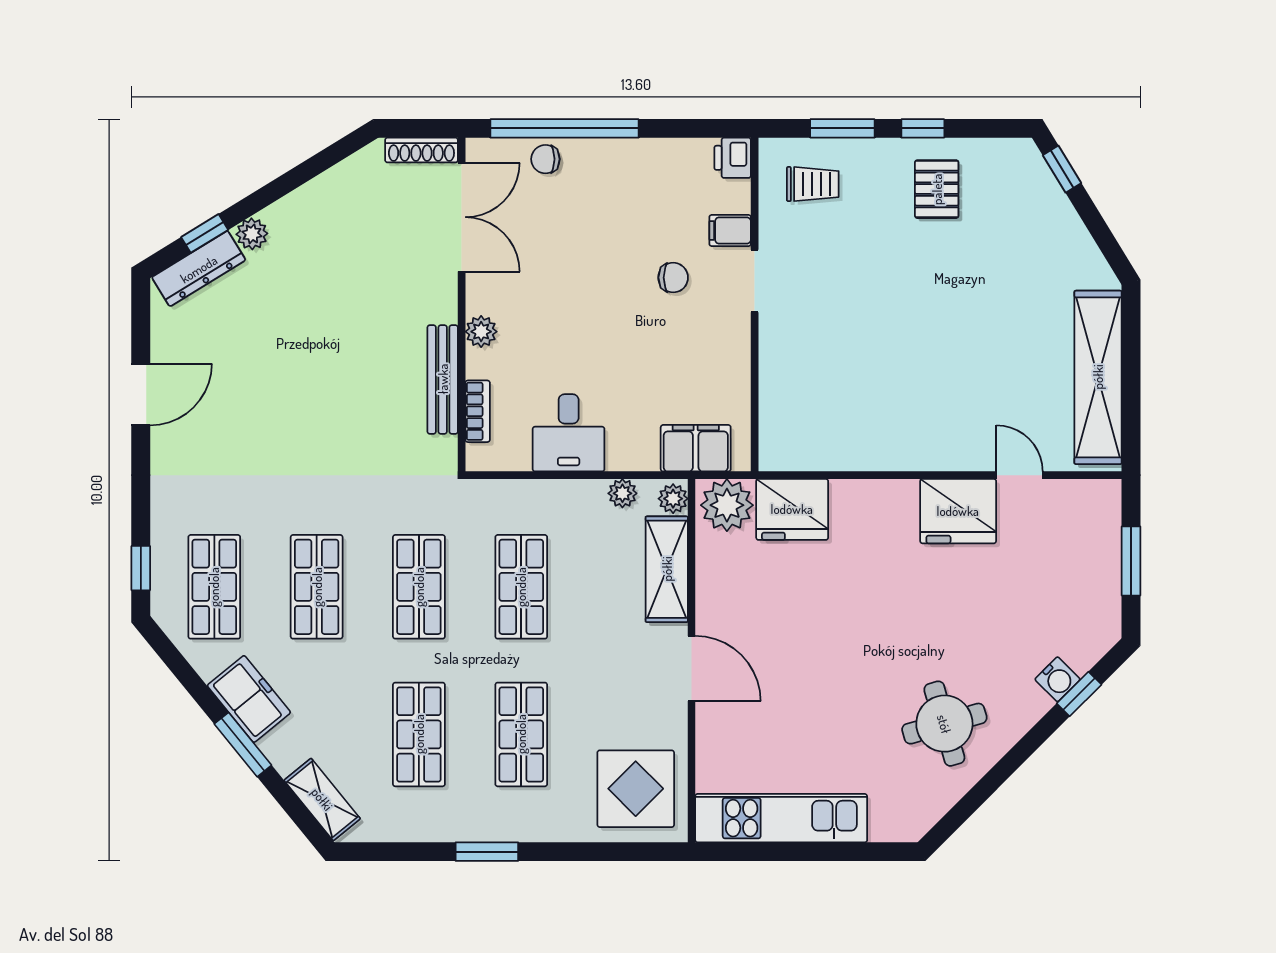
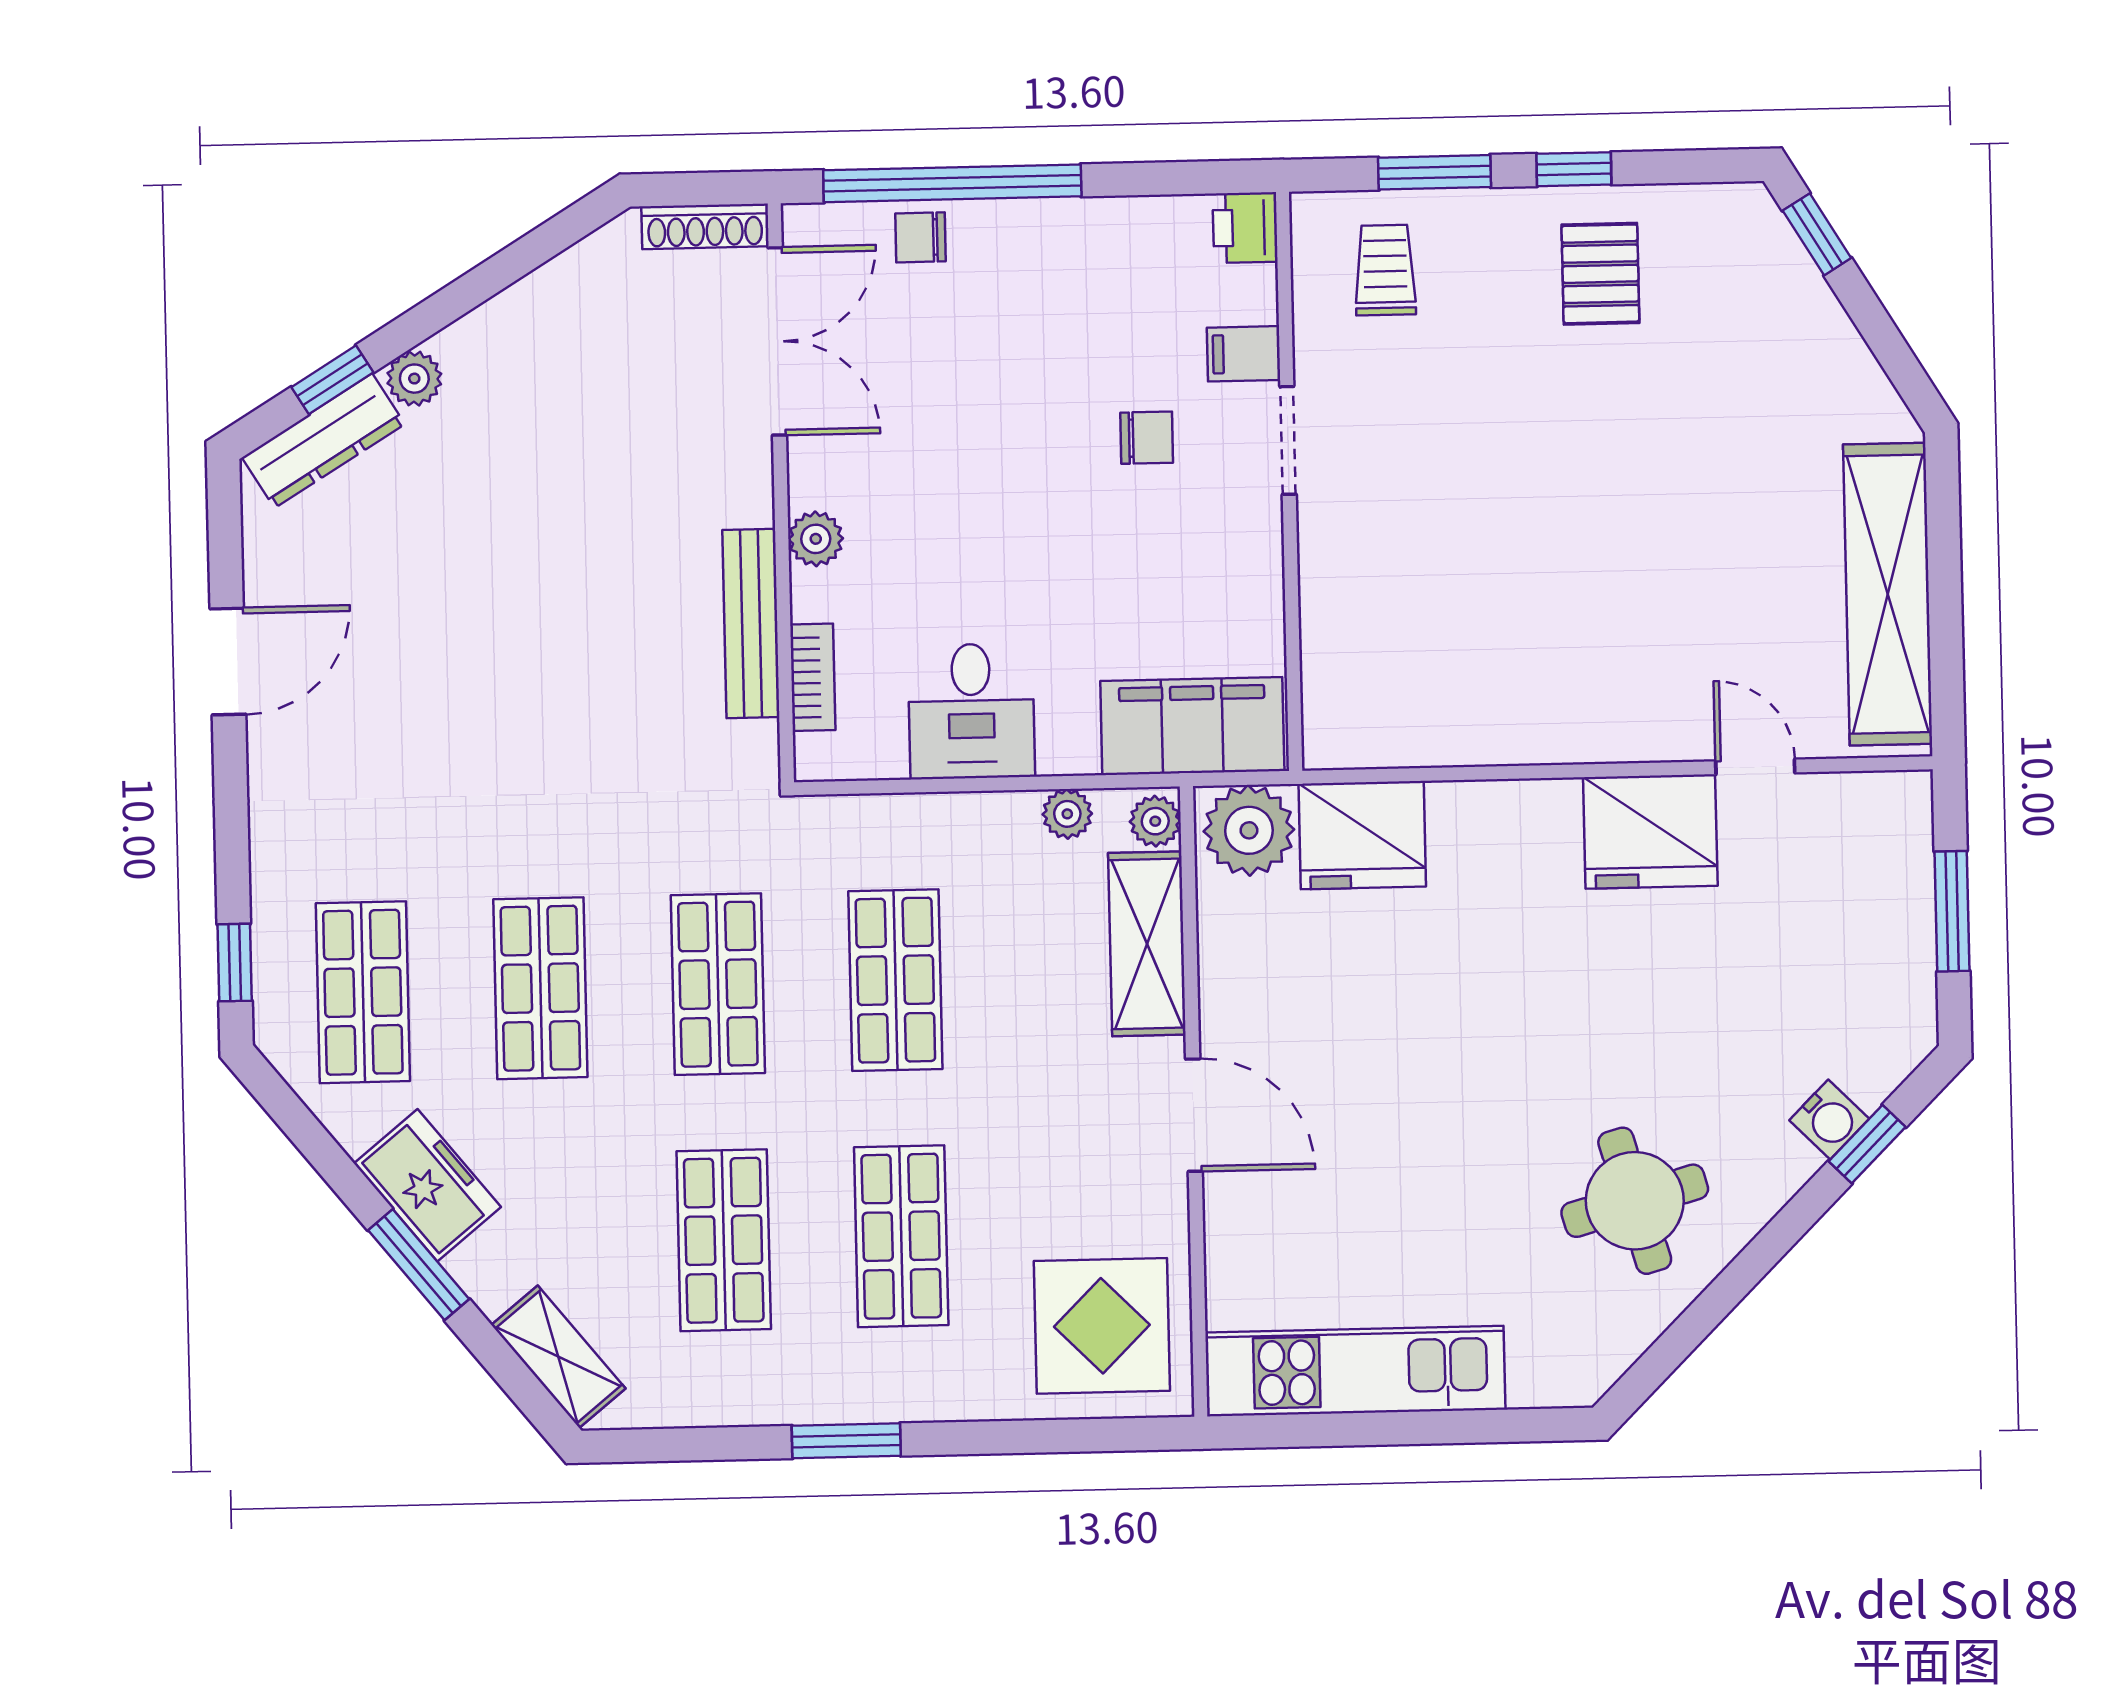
trolley: (813, 184) -> (1385, 270), turned -90
filing cabinet: (696, 448) -> (1192, 726), width x1.50, depth x1.17

